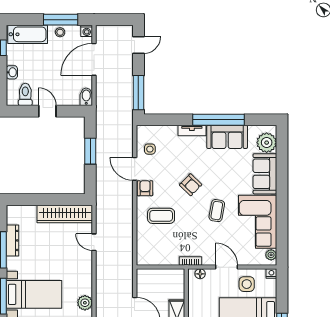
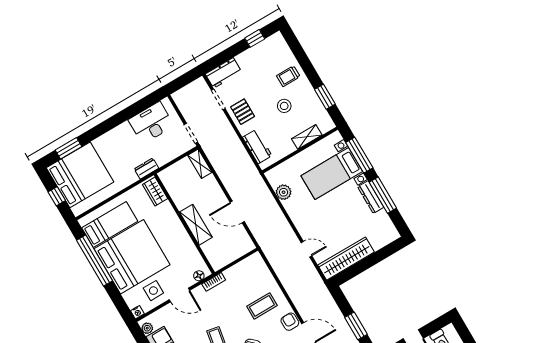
armchair: (145, 188) -> (290, 322), turned 180
dresser: (12, 240) -> (371, 197), moved

